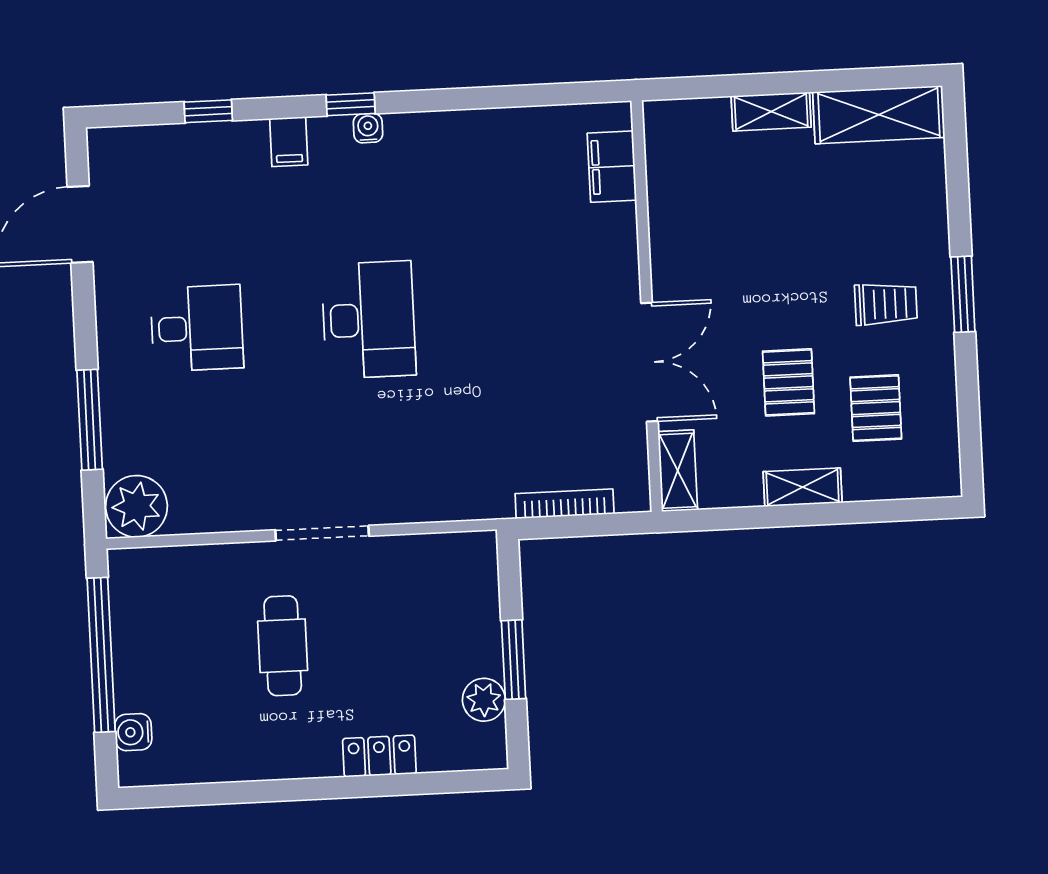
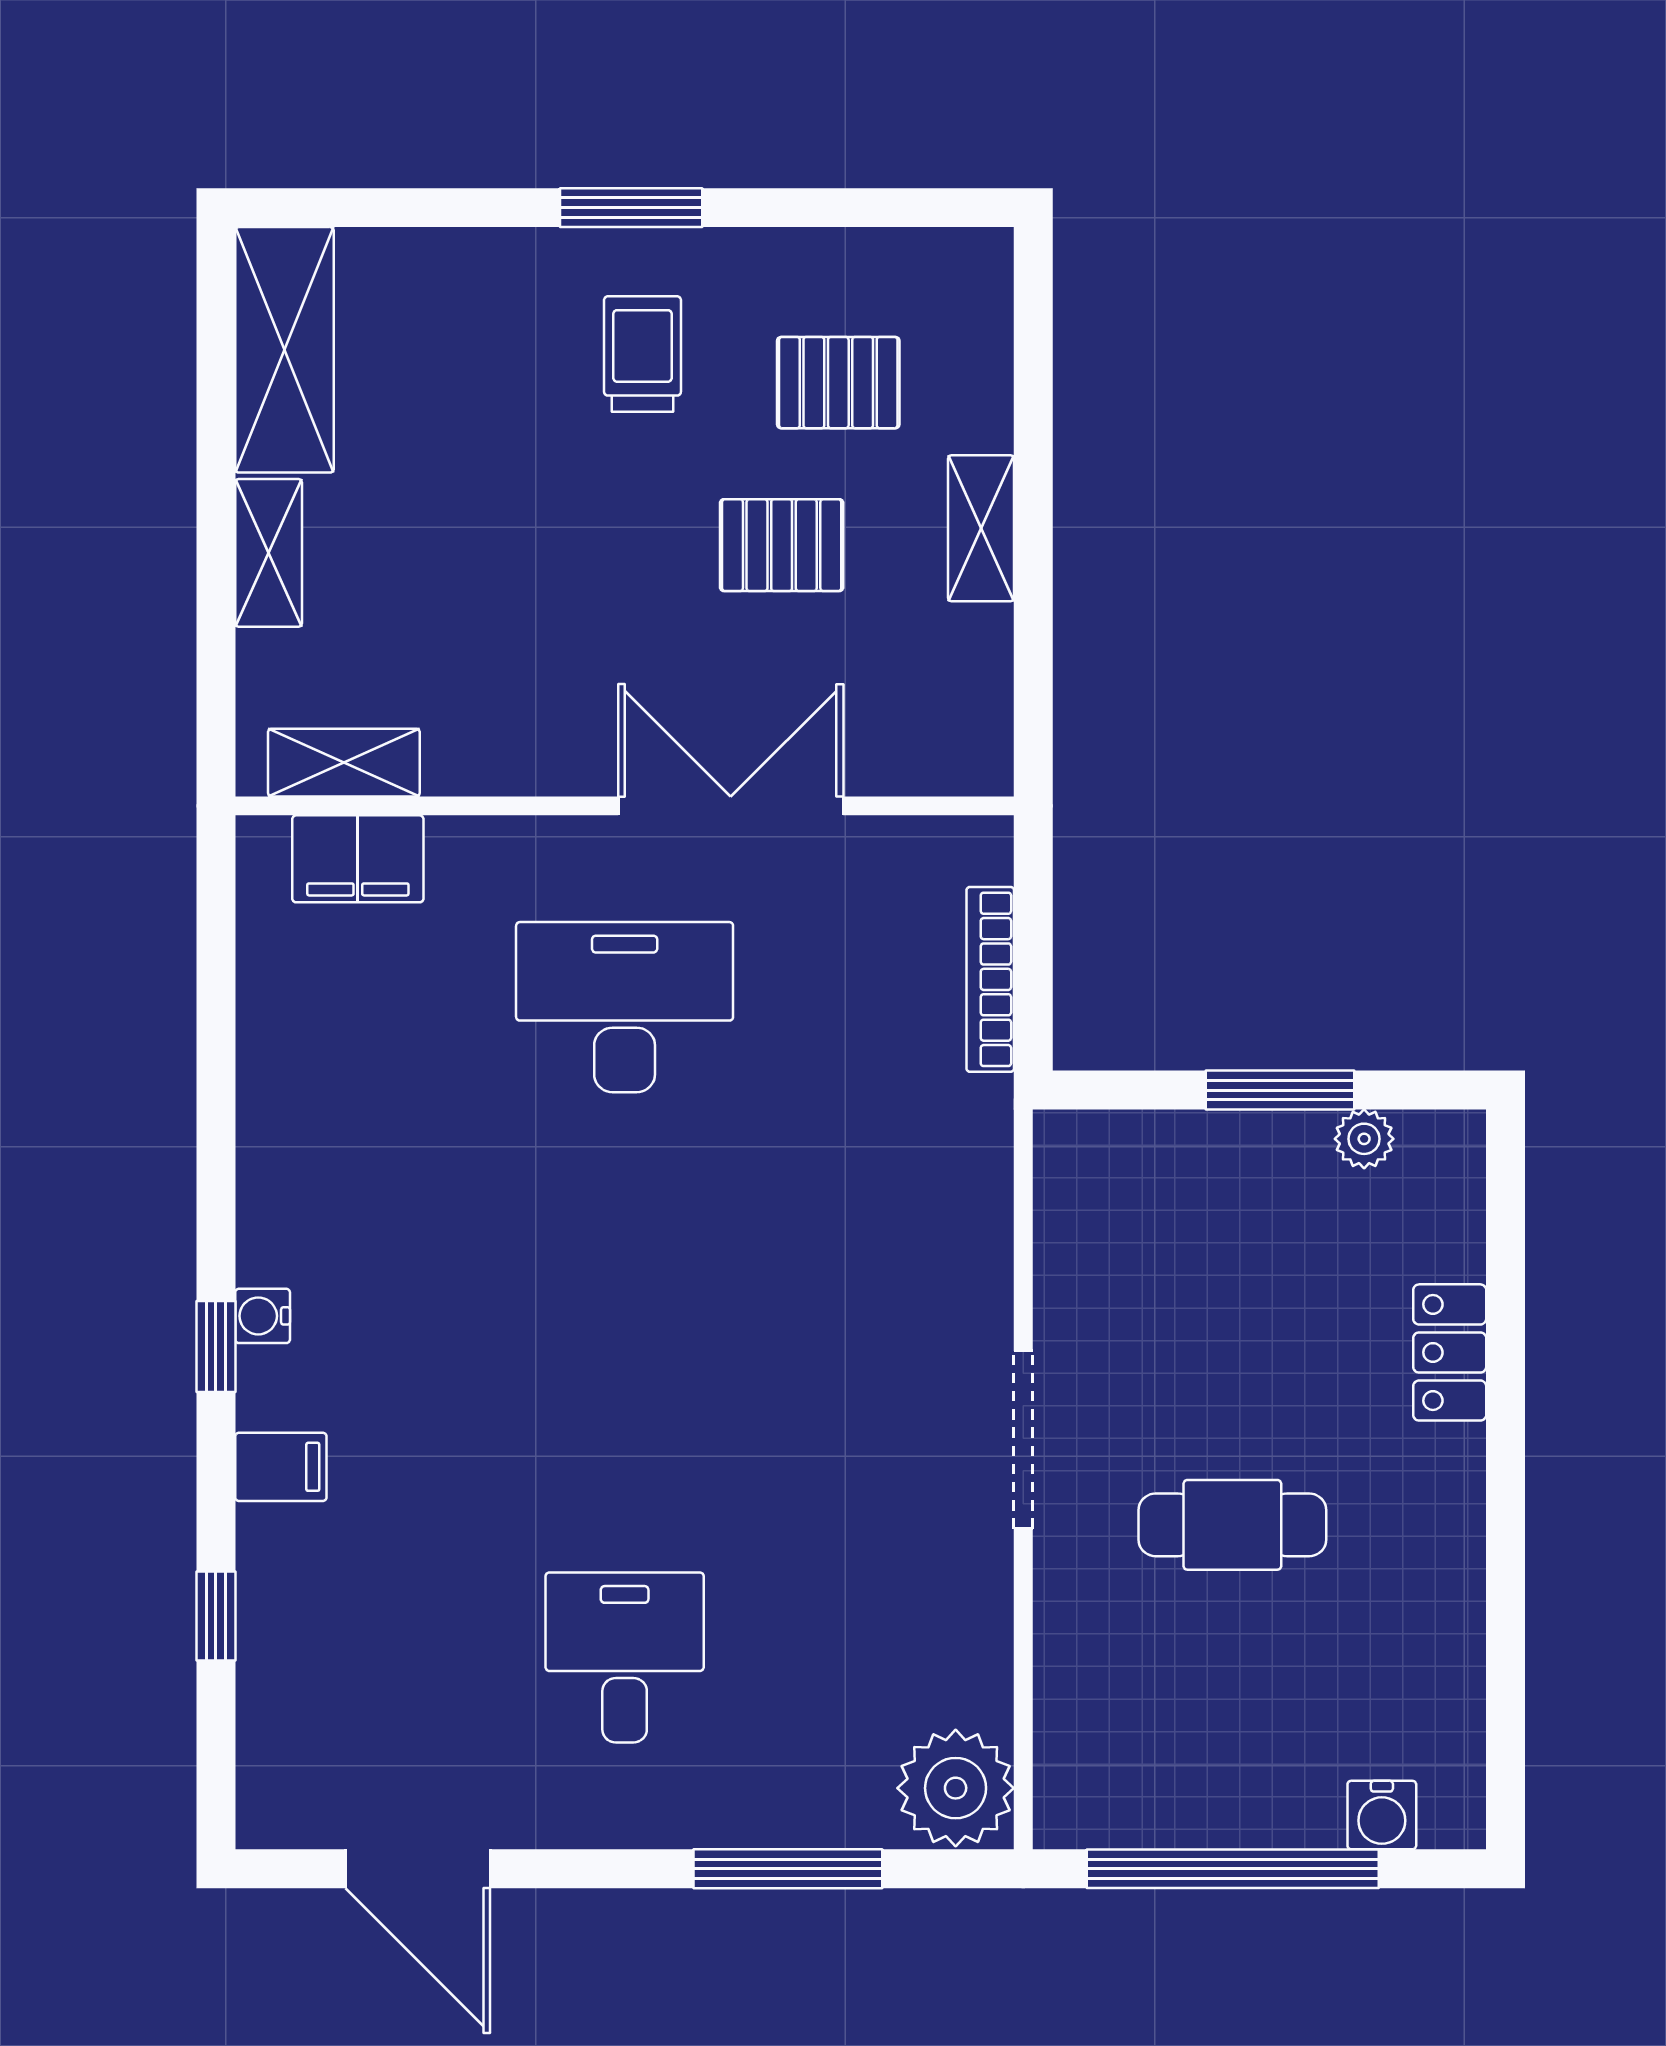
desk: (369, 320) -> (625, 1007), moved
shelving: (678, 471) -> (344, 763), moved
plant: (484, 700) -> (1364, 1139), width x0.73, depth x0.73

